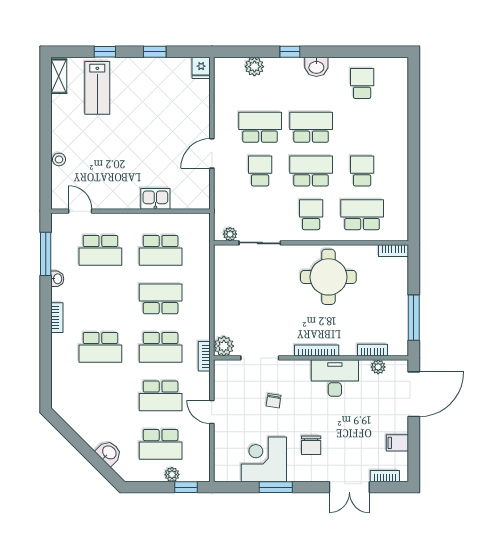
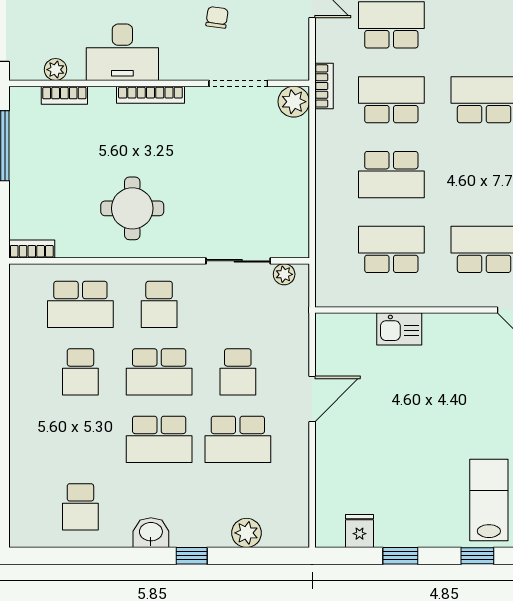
fridge: (201, 68) -> (360, 531), moved
round table: (328, 277) -> (132, 208), width x0.73, depth x0.73

